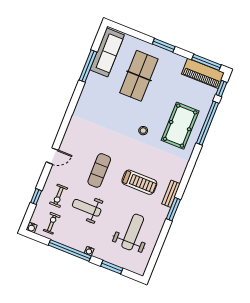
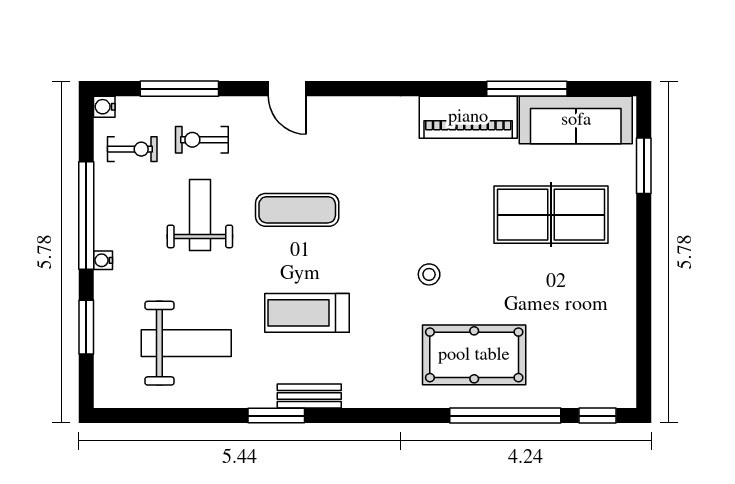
window: (164, 45) -> (644, 166), moved
window: (206, 62) -> (644, 357), removed
piano: (203, 73) -> (468, 117), moved, turned -90
treadmill: (139, 182) -> (307, 313), turned 90
window: (36, 197) -> (179, 89), width x2.17

